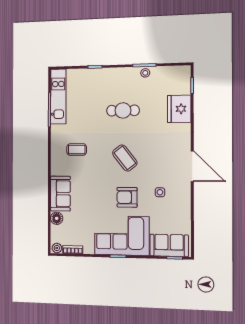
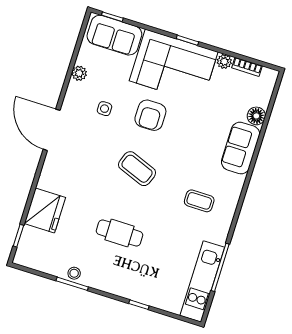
coffee table: (125, 158) -> (137, 169), turned -31
armchair: (127, 197) -> (150, 115), turned 90
plant: (185, 212) -> (79, 73), added
plant: (57, 248) -> (224, 61), moved

